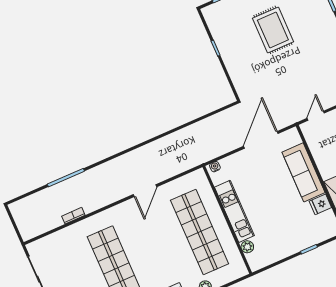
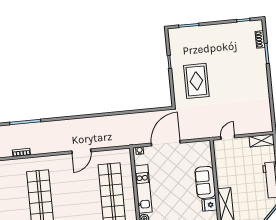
rug: (273, 30) -> (196, 81), moved
door: (261, 140) -> (166, 143), moved
sofa: (304, 172) -> (205, 182), width x0.73

